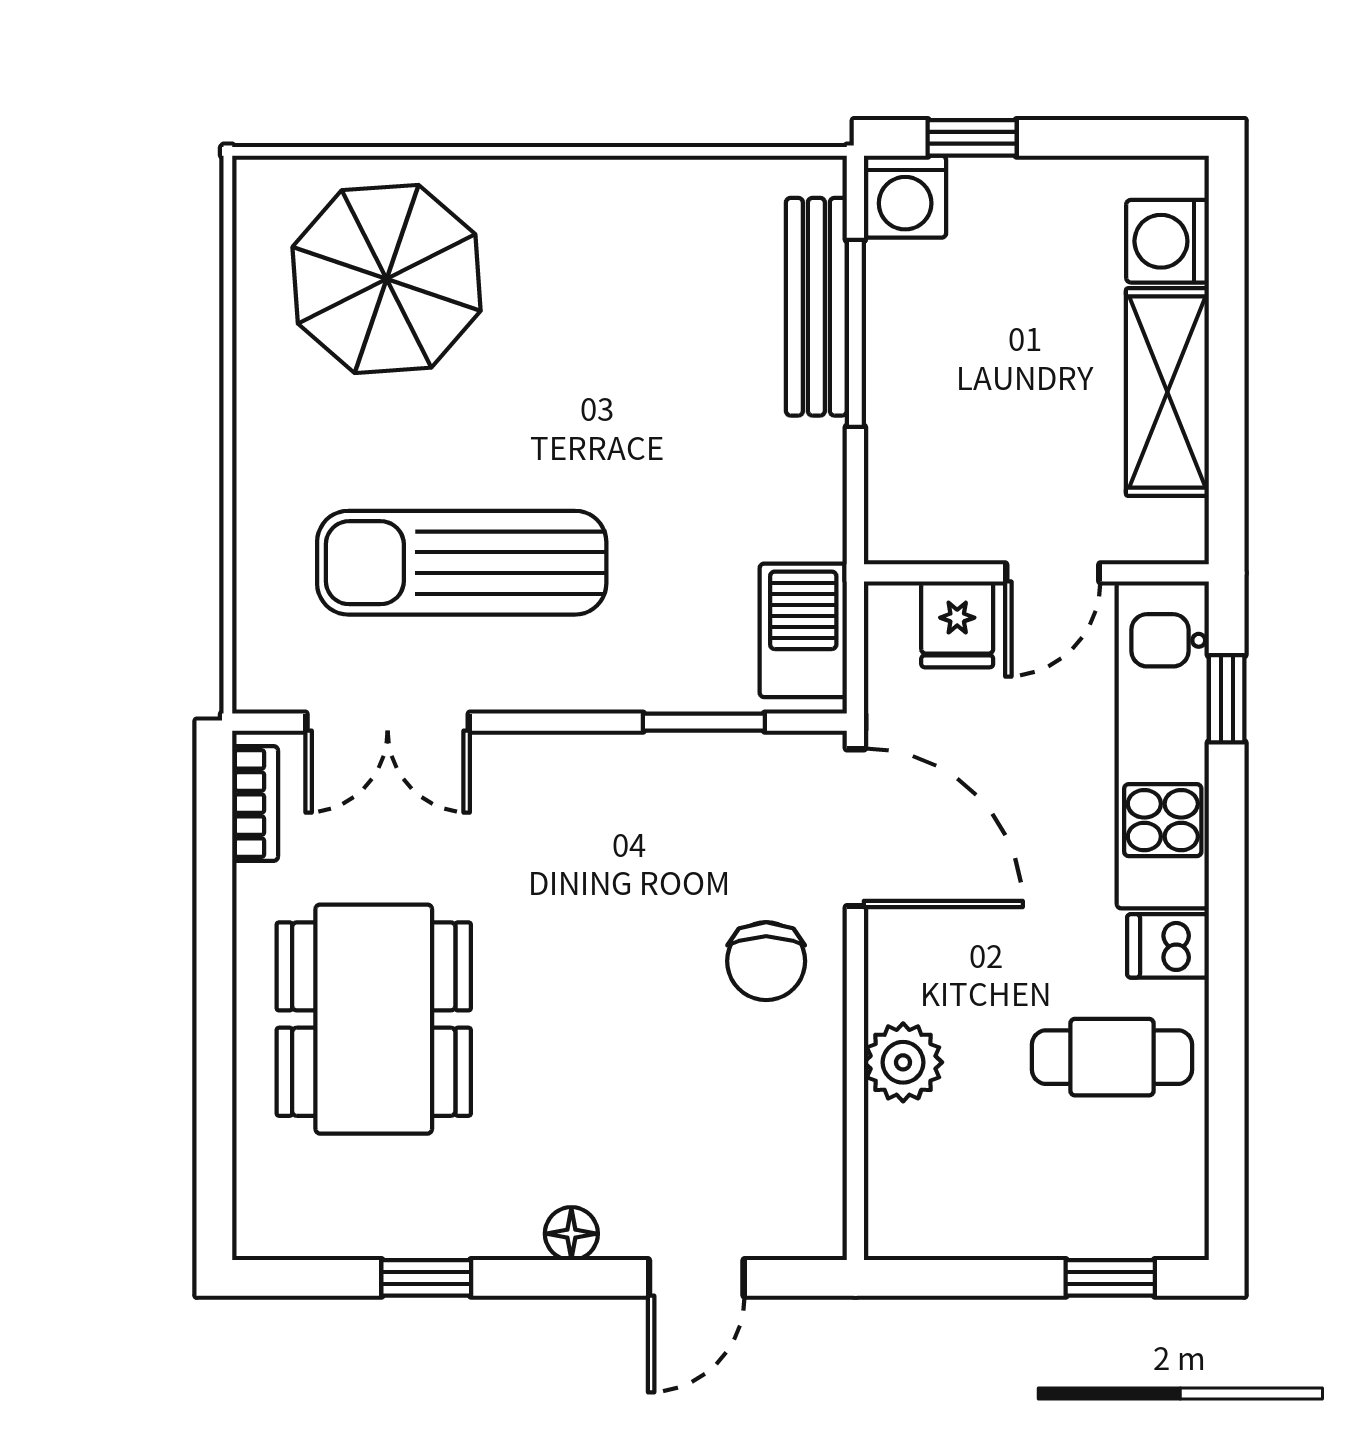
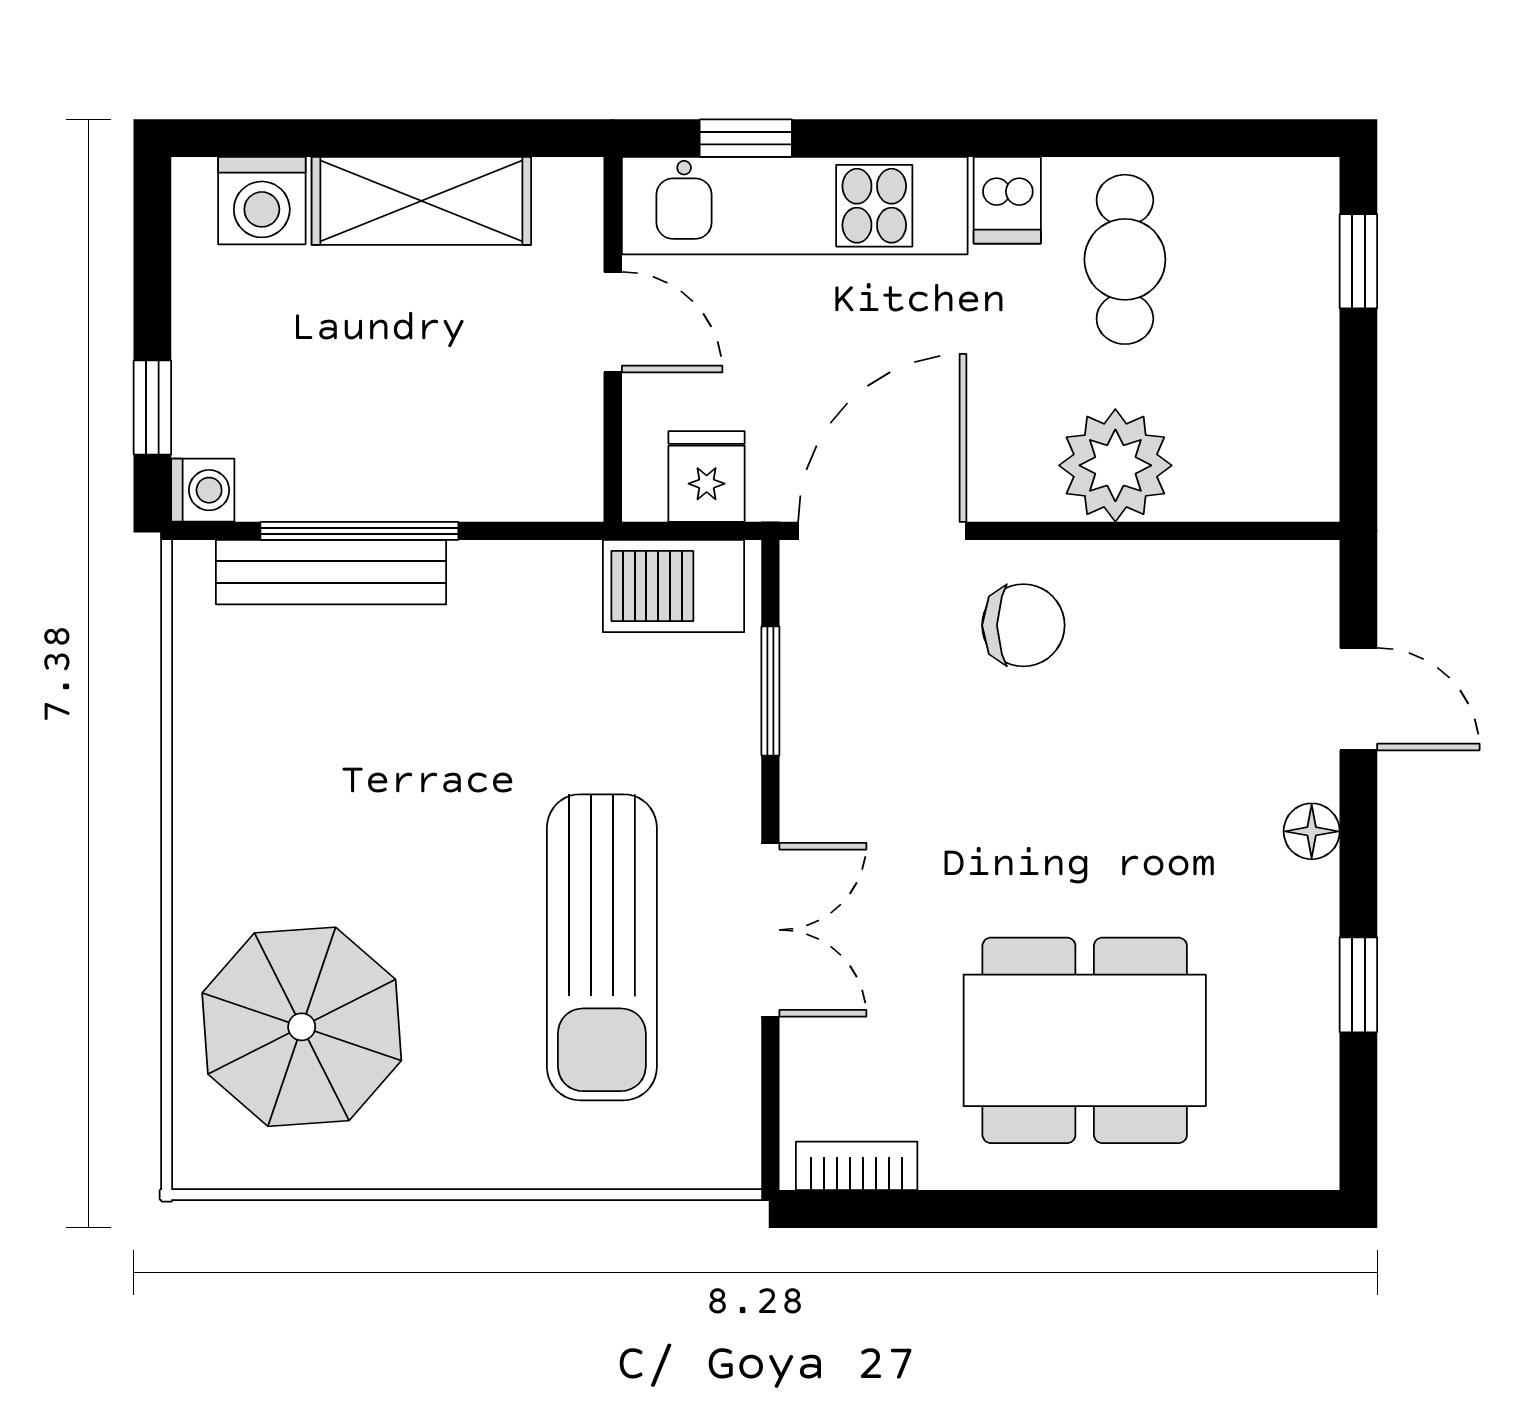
washing machine: (905, 197) -> (203, 490), width x0.73, depth x0.73
fridge: (957, 624) -> (707, 476), moved, turned -90
double door: (388, 722) -> (770, 930), moved
plant: (903, 1062) -> (1115, 465), width x1.36, depth x1.36

